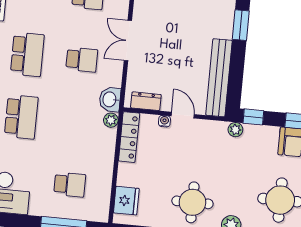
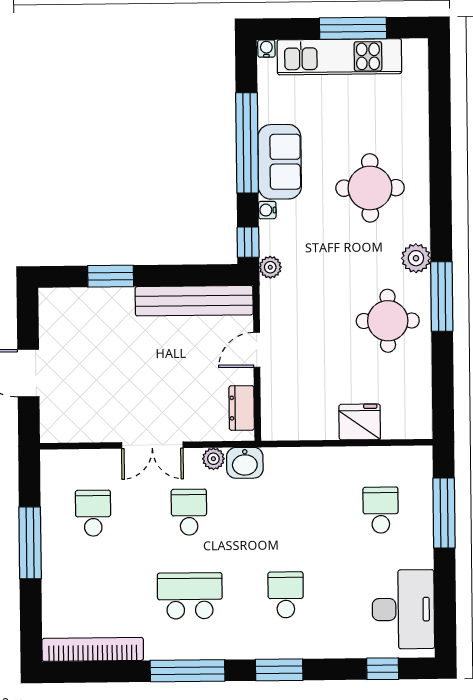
school desk: (21, 117) -> (286, 595), width x0.54
plant: (111, 120) -> (213, 459), moved
water cooler: (164, 121) -> (267, 210), moved
locker: (129, 137) -> (299, 428), removed
fridge: (126, 201) -> (360, 422), moved

